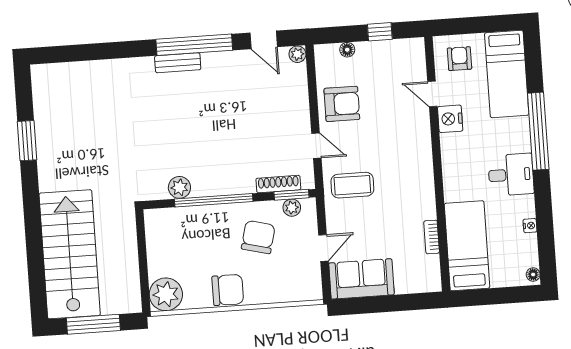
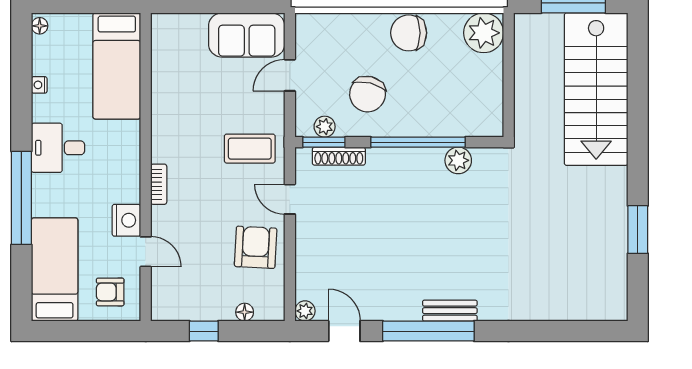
armchair: (459, 59) -> (110, 292), turned 90
armchair: (342, 104) -> (256, 247), turned 93
bookcase: (432, 237) -> (159, 184), moved

